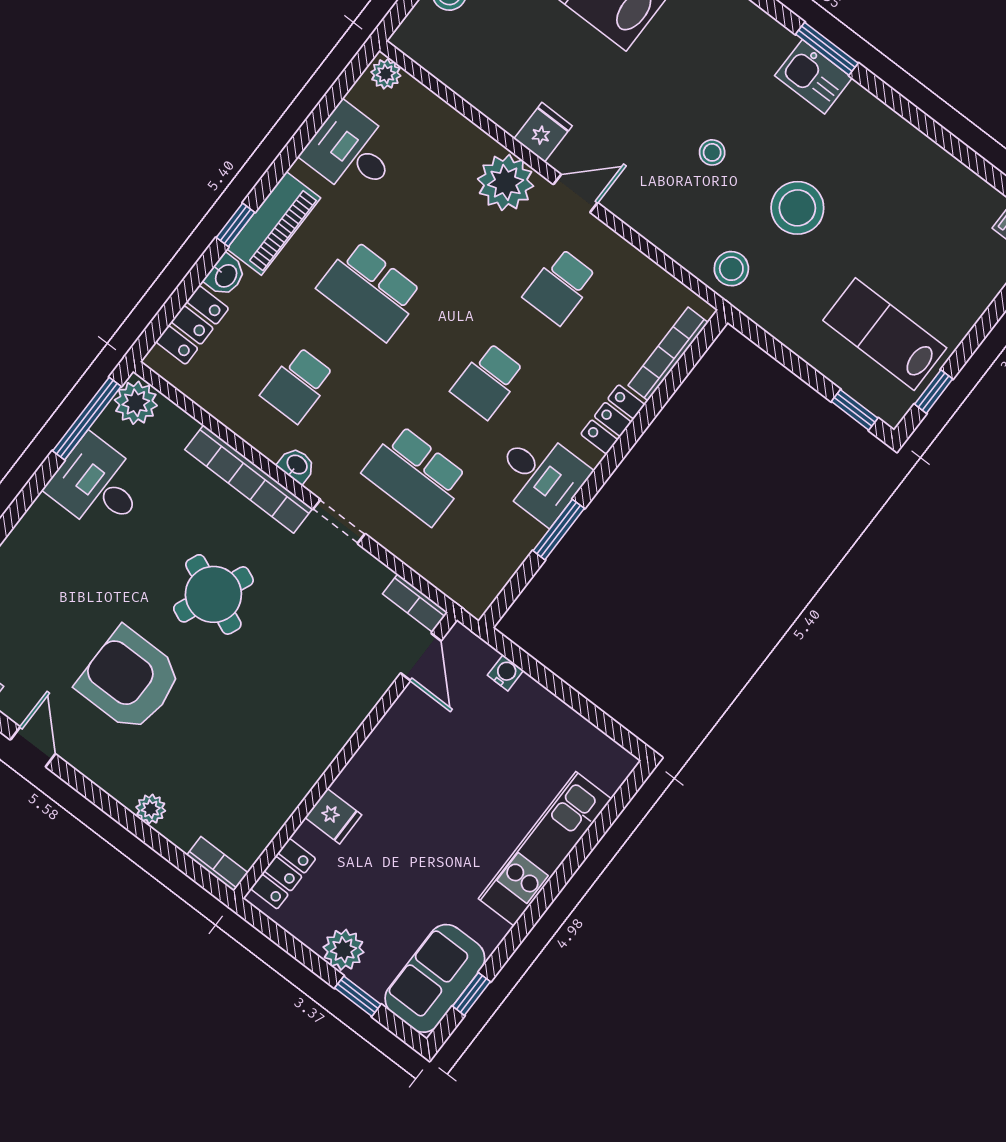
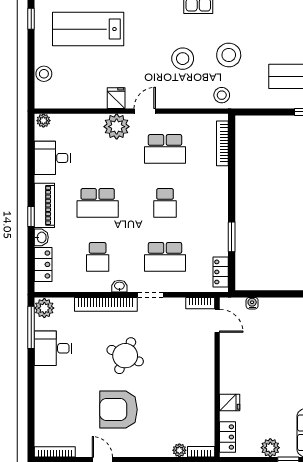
stool: (712, 152) -> (183, 59), width x1.89, depth x1.89
school desk: (560, 287) -> (165, 149), width x1.85
locker: (613, 419) -> (221, 272), moved
desk: (541, 476) -> (210, 222), removed
plant: (151, 809) -> (179, 450), moved

